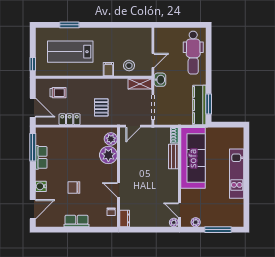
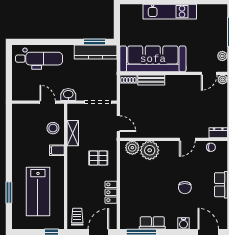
shelving: (140, 84) -> (73, 133), moved
trolley: (58, 93) -> (77, 217), moved

